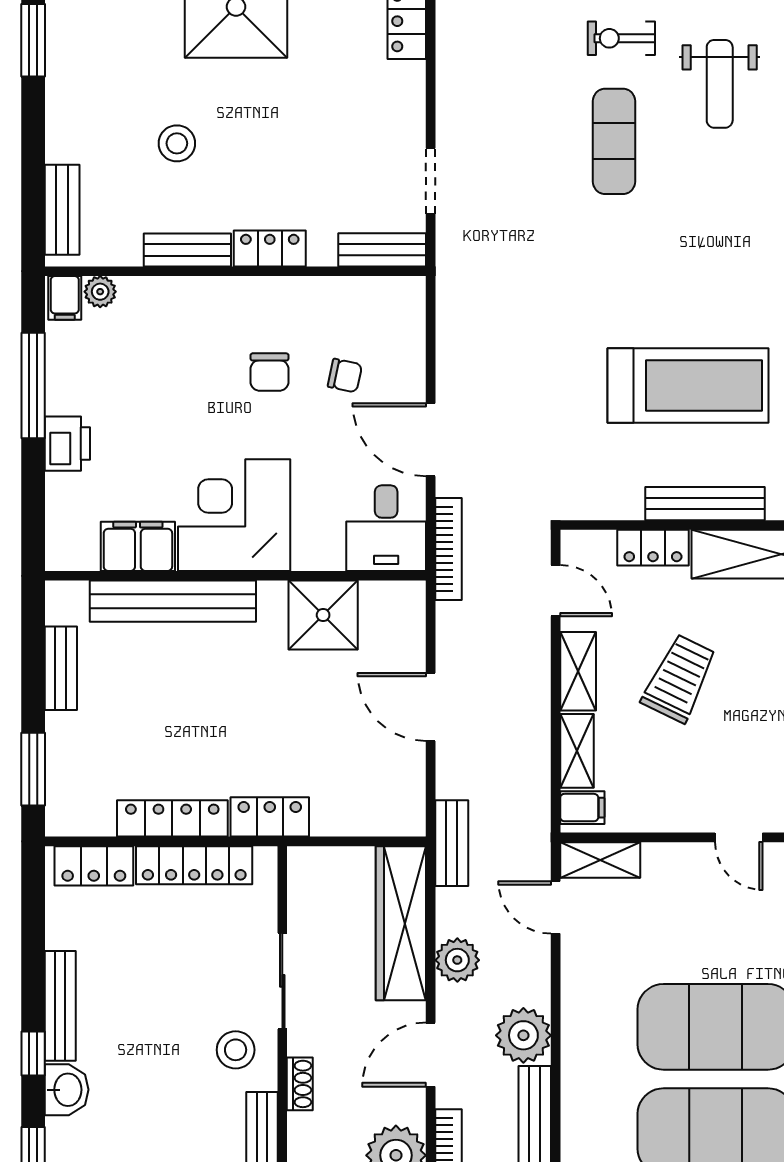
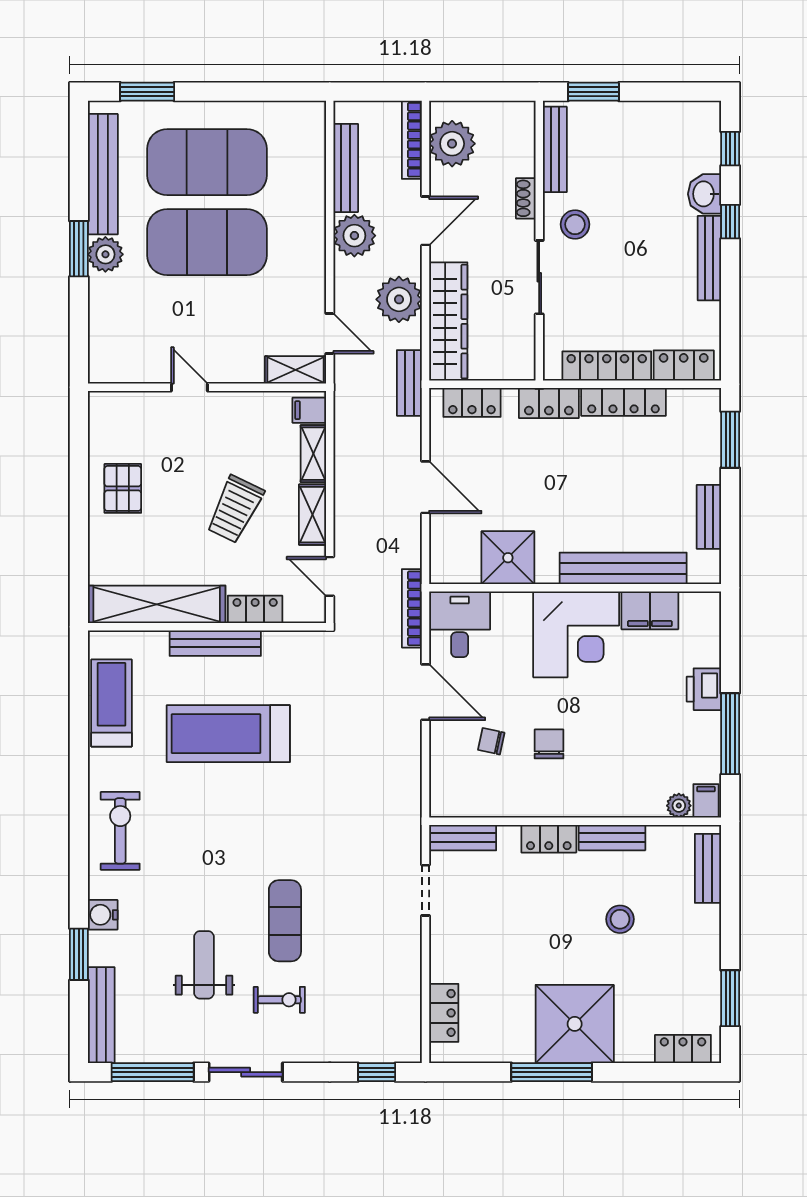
locker: (370, 818) -> (472, 402), added
plant: (457, 960) -> (399, 299), width x1.36, depth x1.36

